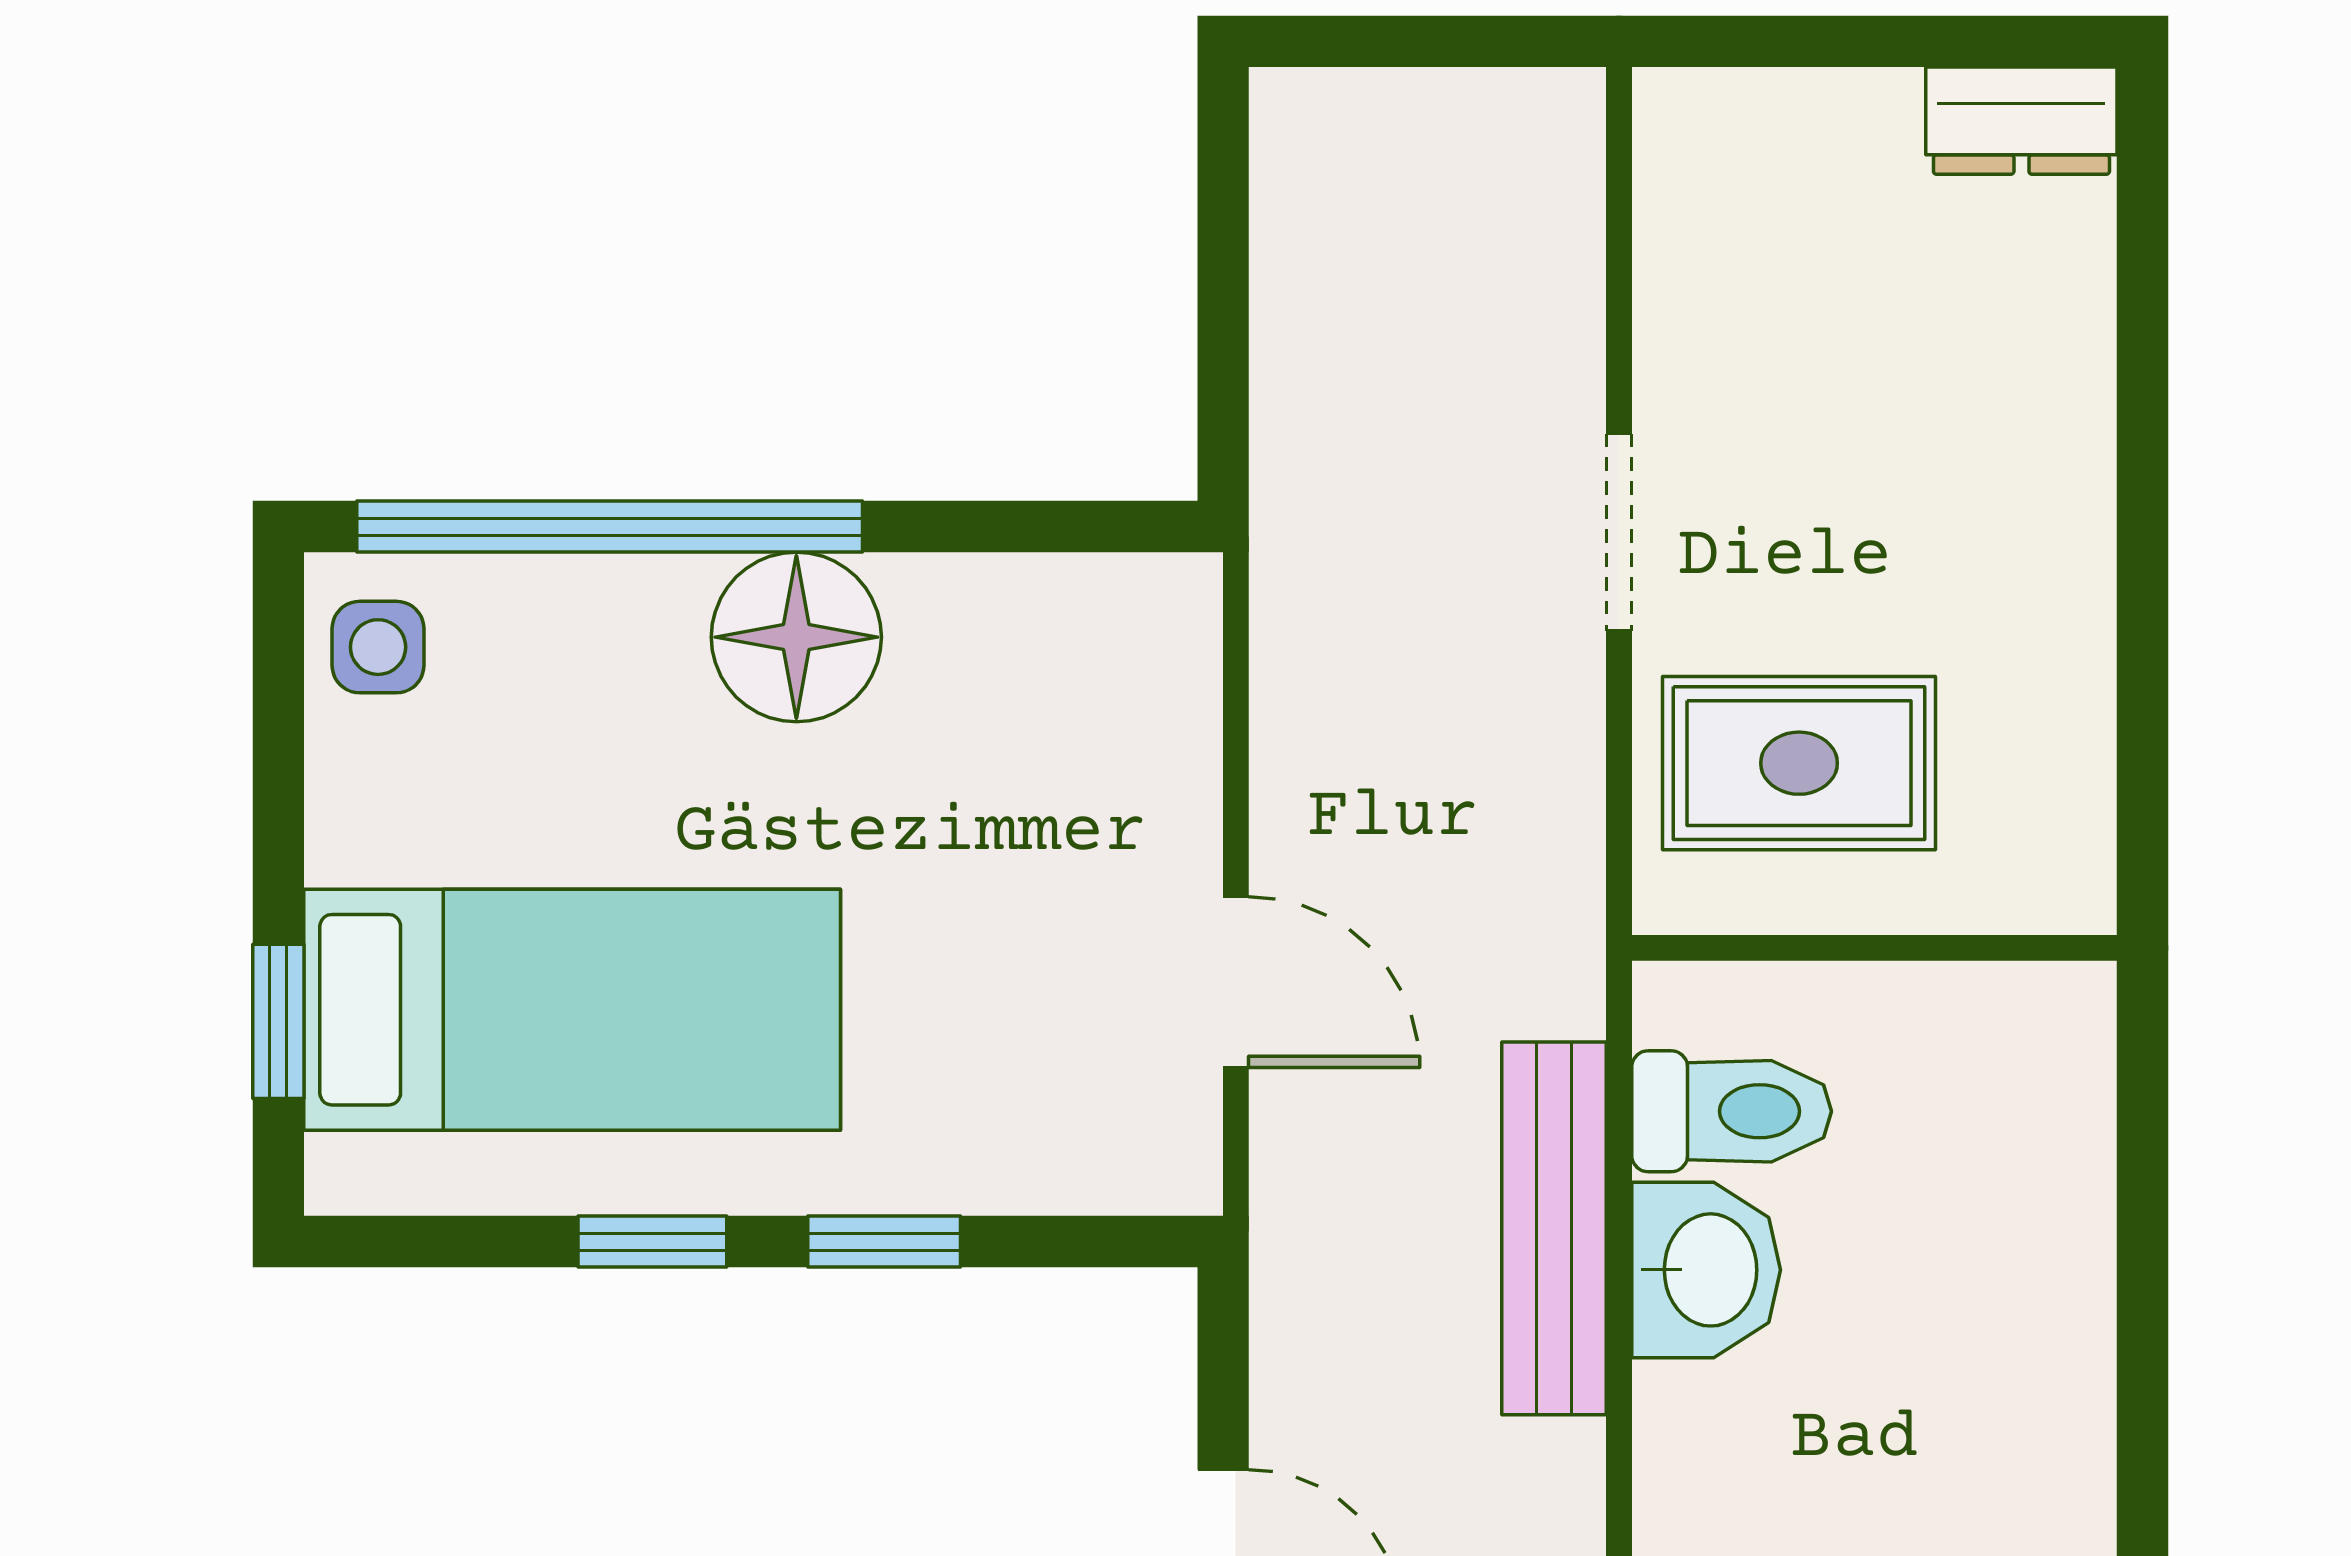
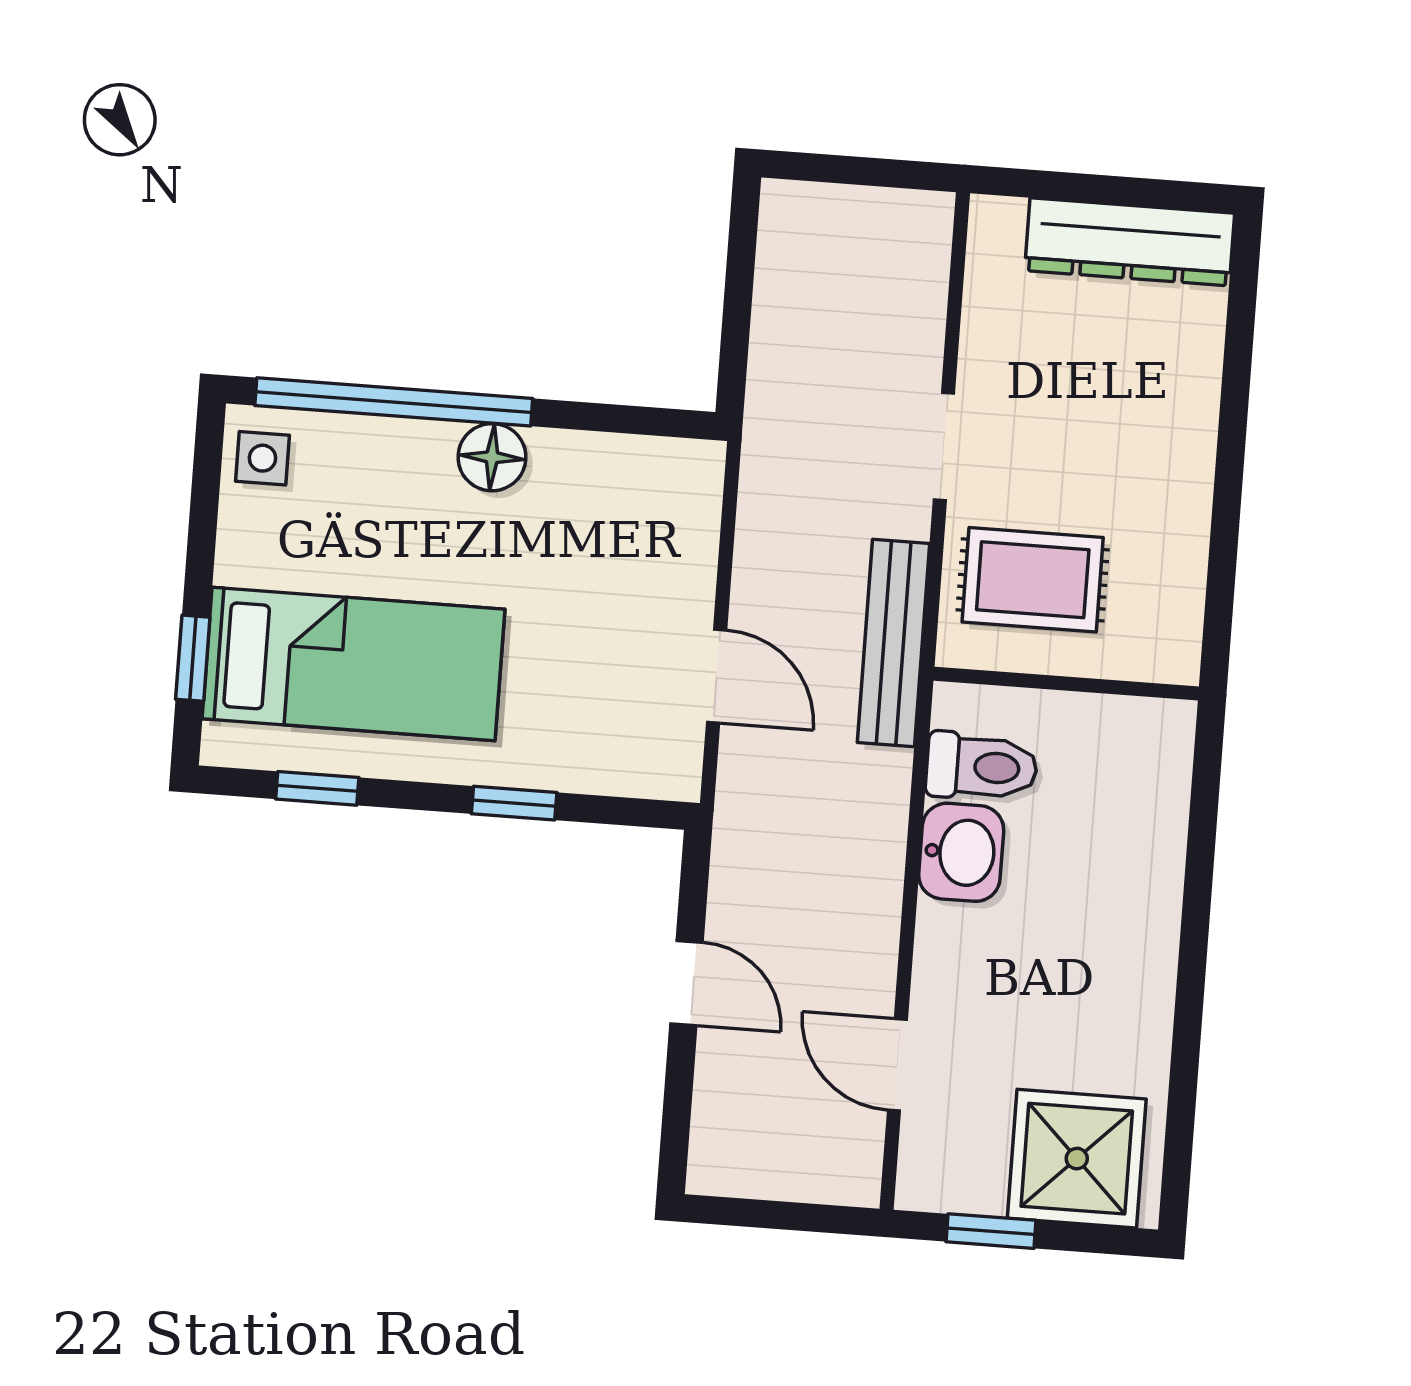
dresser: (2021, 121) -> (1130, 242), width x1.96, depth x1.24
floor lamp: (796, 637) -> (492, 457), width x0.73, depth x0.73
bench: (1554, 1228) -> (894, 643), moved
window: (652, 1242) -> (317, 788), moved

